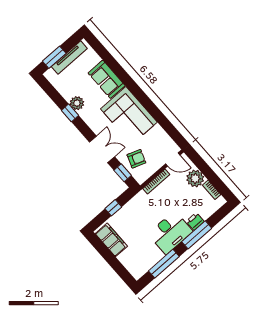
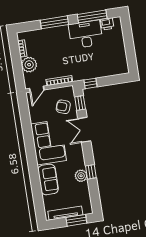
door: (173, 160) -> (37, 89), swing flipped
window: (113, 208) -> (90, 83), moved
printer: (195, 221) -> (107, 24), moved
desk: (170, 233) -> (86, 34), moved
filing cabinet: (111, 240) -> (120, 59), removed

